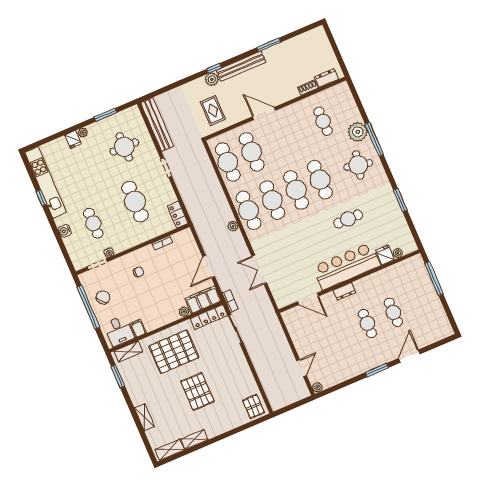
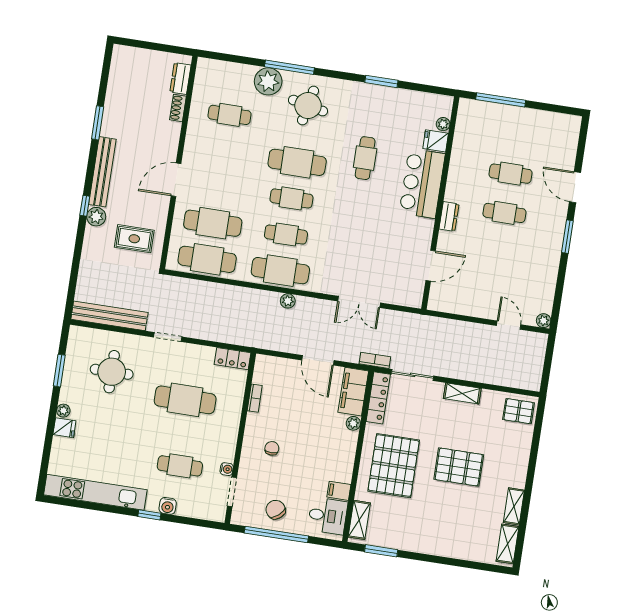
cafe table: (296, 190) -> (291, 198), width x0.73, depth x0.74
window: (41, 198) -> (149, 515), moved
cafe table: (272, 200) -> (286, 235), width x0.73, depth x0.74
bar counter: (346, 266) -> (422, 183), width x0.73
shelving: (144, 417) -> (462, 393), moved

